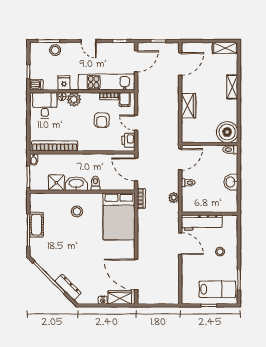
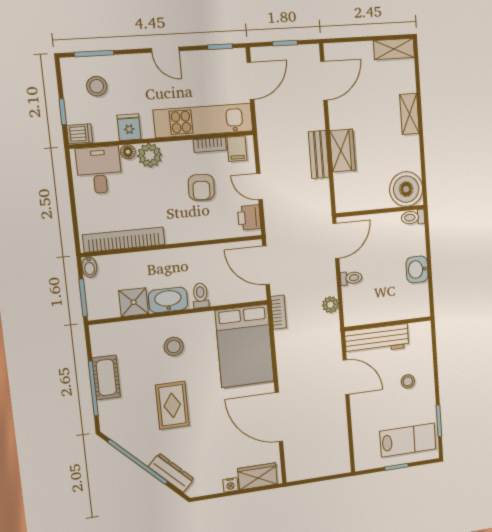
stool: (55, 50) -> (97, 86), moved
bench: (174, 107) -> (319, 155), added
rug: (73, 246) -> (172, 405), added
door: (136, 274) -> (279, 417), moved

